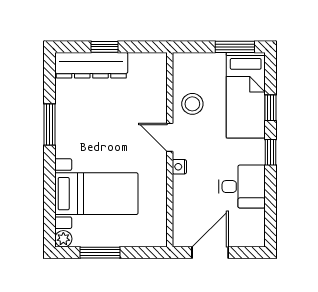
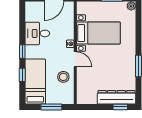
window: (104, 47) -> (120, 107), moved
window: (235, 47) -> (51, 107), moved
bed with nightstands: (96, 194) -> (98, 33), moved, turned 180

